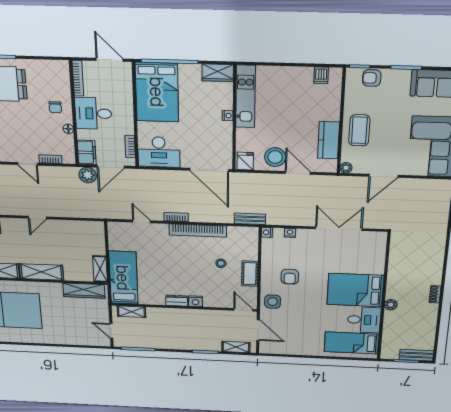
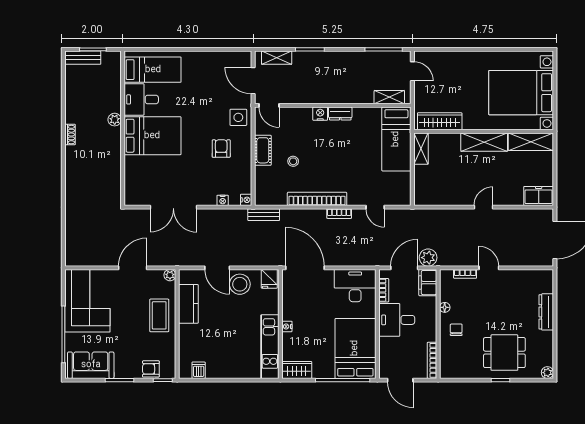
armchair: (372, 78) -> (151, 369), turned 180
desk: (93, 113) -> (397, 320), moved, turned 180

